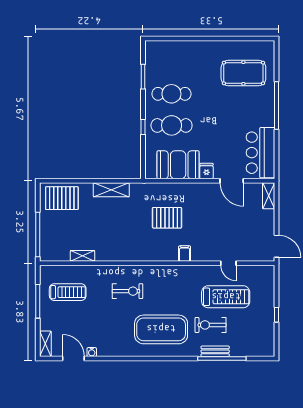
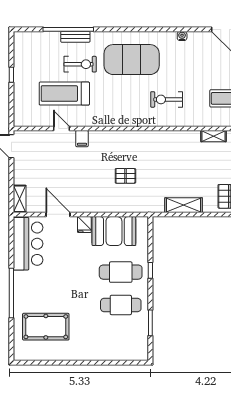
pallet: (167, 218) -> (125, 176), width x0.67, depth x0.71
filing cabinet: (185, 254) -> (82, 139), moved
water cooler: (92, 352) -> (182, 36), moved

